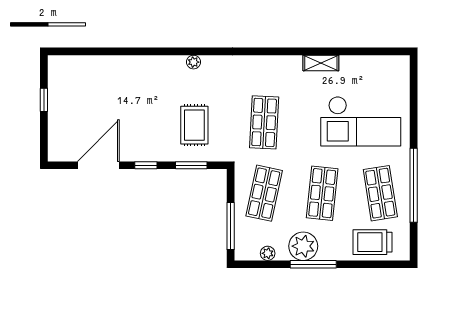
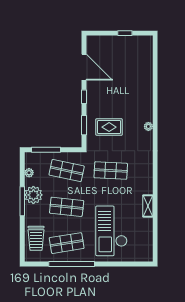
trolley: (373, 242) -> (36, 238), turned 180

